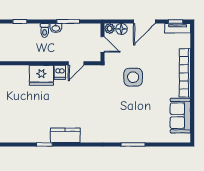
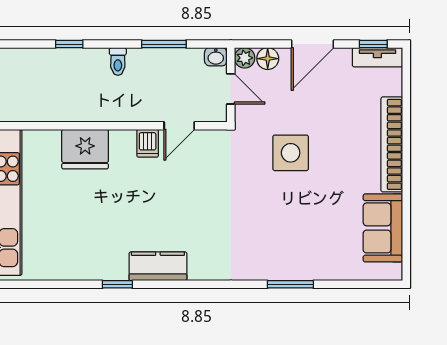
washbasin: (56, 28) -> (216, 57), moved
fridge: (41, 75) -> (85, 149), moved

